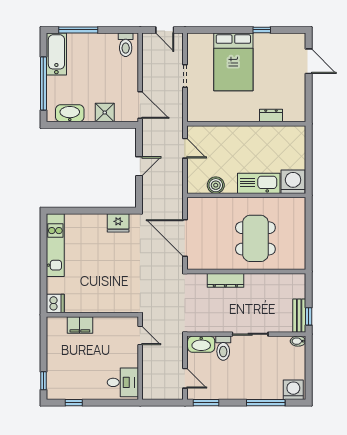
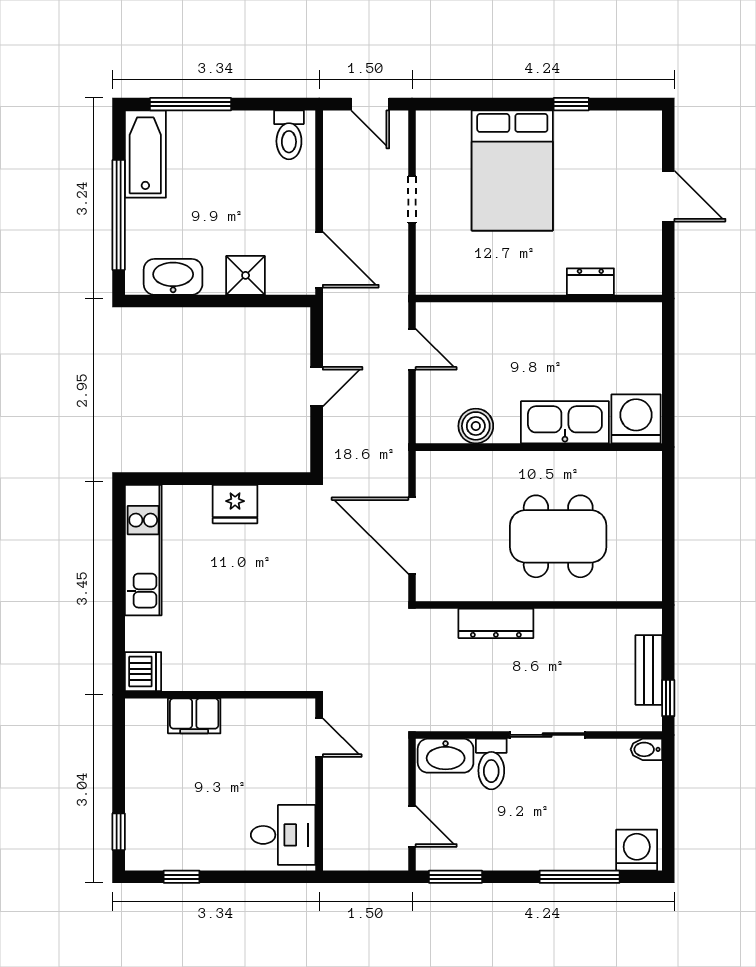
door: (309, 61) -> (668, 196), moved
fridge: (118, 223) -> (235, 504), moved
dining table: (255, 238) -> (558, 536), turned 90
bench: (299, 316) -> (649, 670), moved

